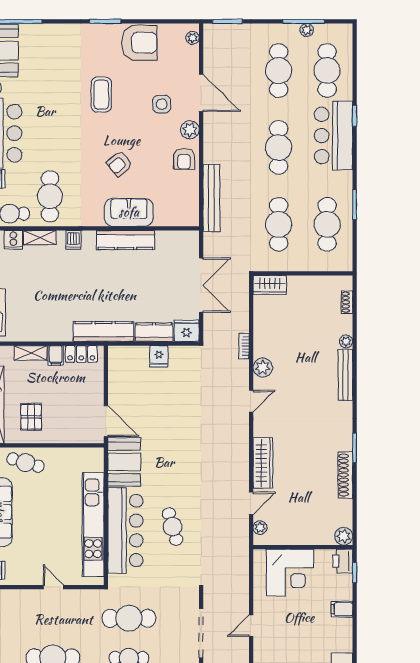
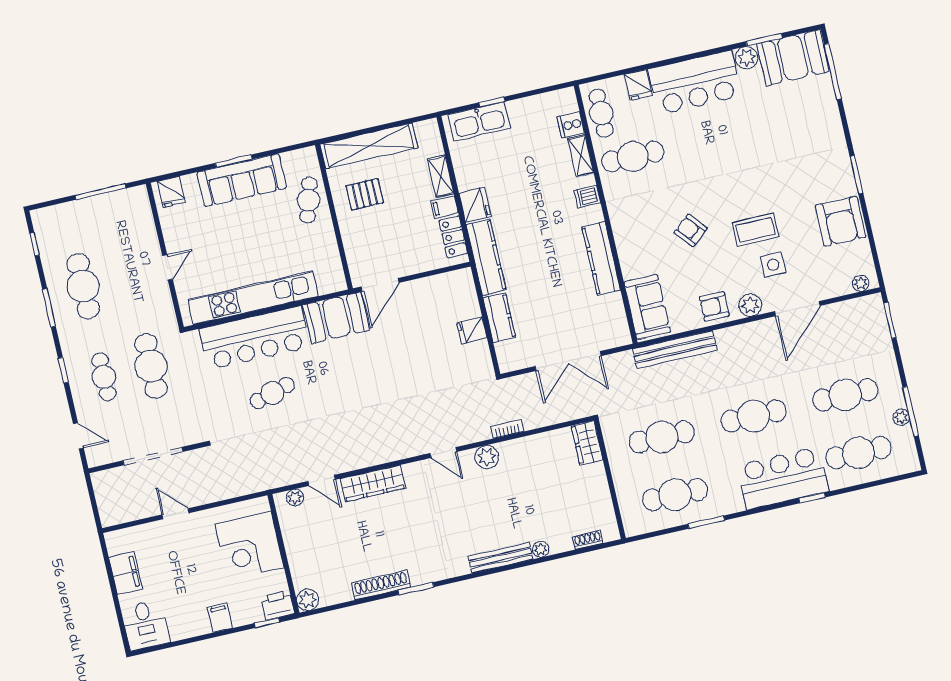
coffee table: (101, 95) -> (756, 230), moved
sofa: (129, 212) -> (647, 307), moved
fridge: (187, 331) -> (475, 205), moved

